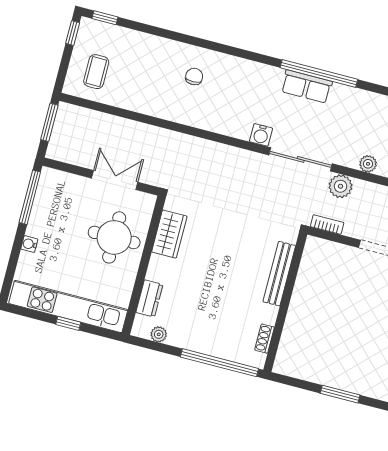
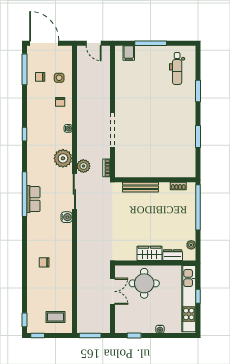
plant: (368, 164) -> (63, 158), width x1.87, depth x1.87
double door: (115, 180) -> (112, 291), swing flipped
window: (30, 197) -> (134, 336), width x0.46
wardrobe: (169, 234) -> (150, 253), moved

